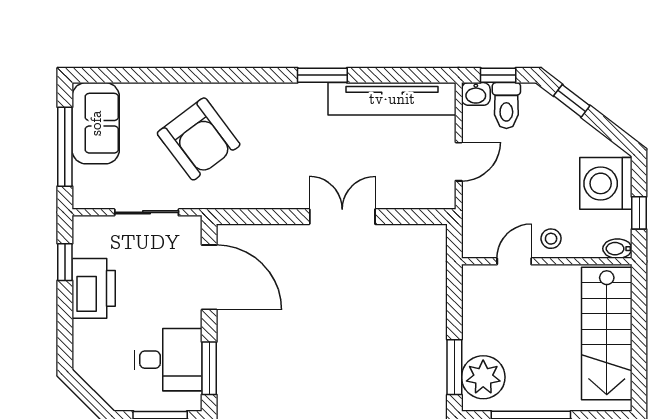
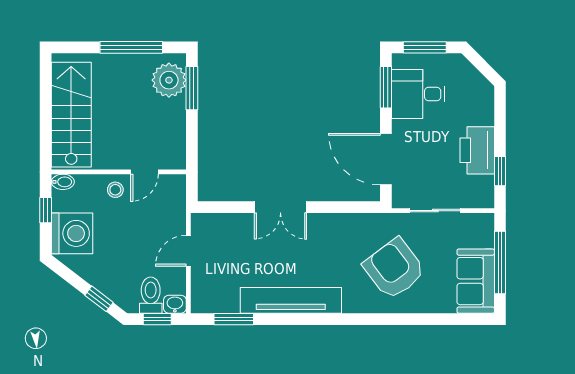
window: (322, 75) -> (234, 319), moved
tv unit: (392, 99) -> (291, 300), moved

